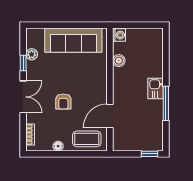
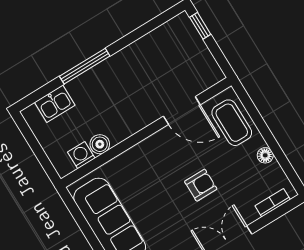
washing machine: (119, 35) -> (81, 155), moved
kitchen sink: (155, 88) -> (55, 104), moved
window: (166, 103) -> (85, 66), moved

